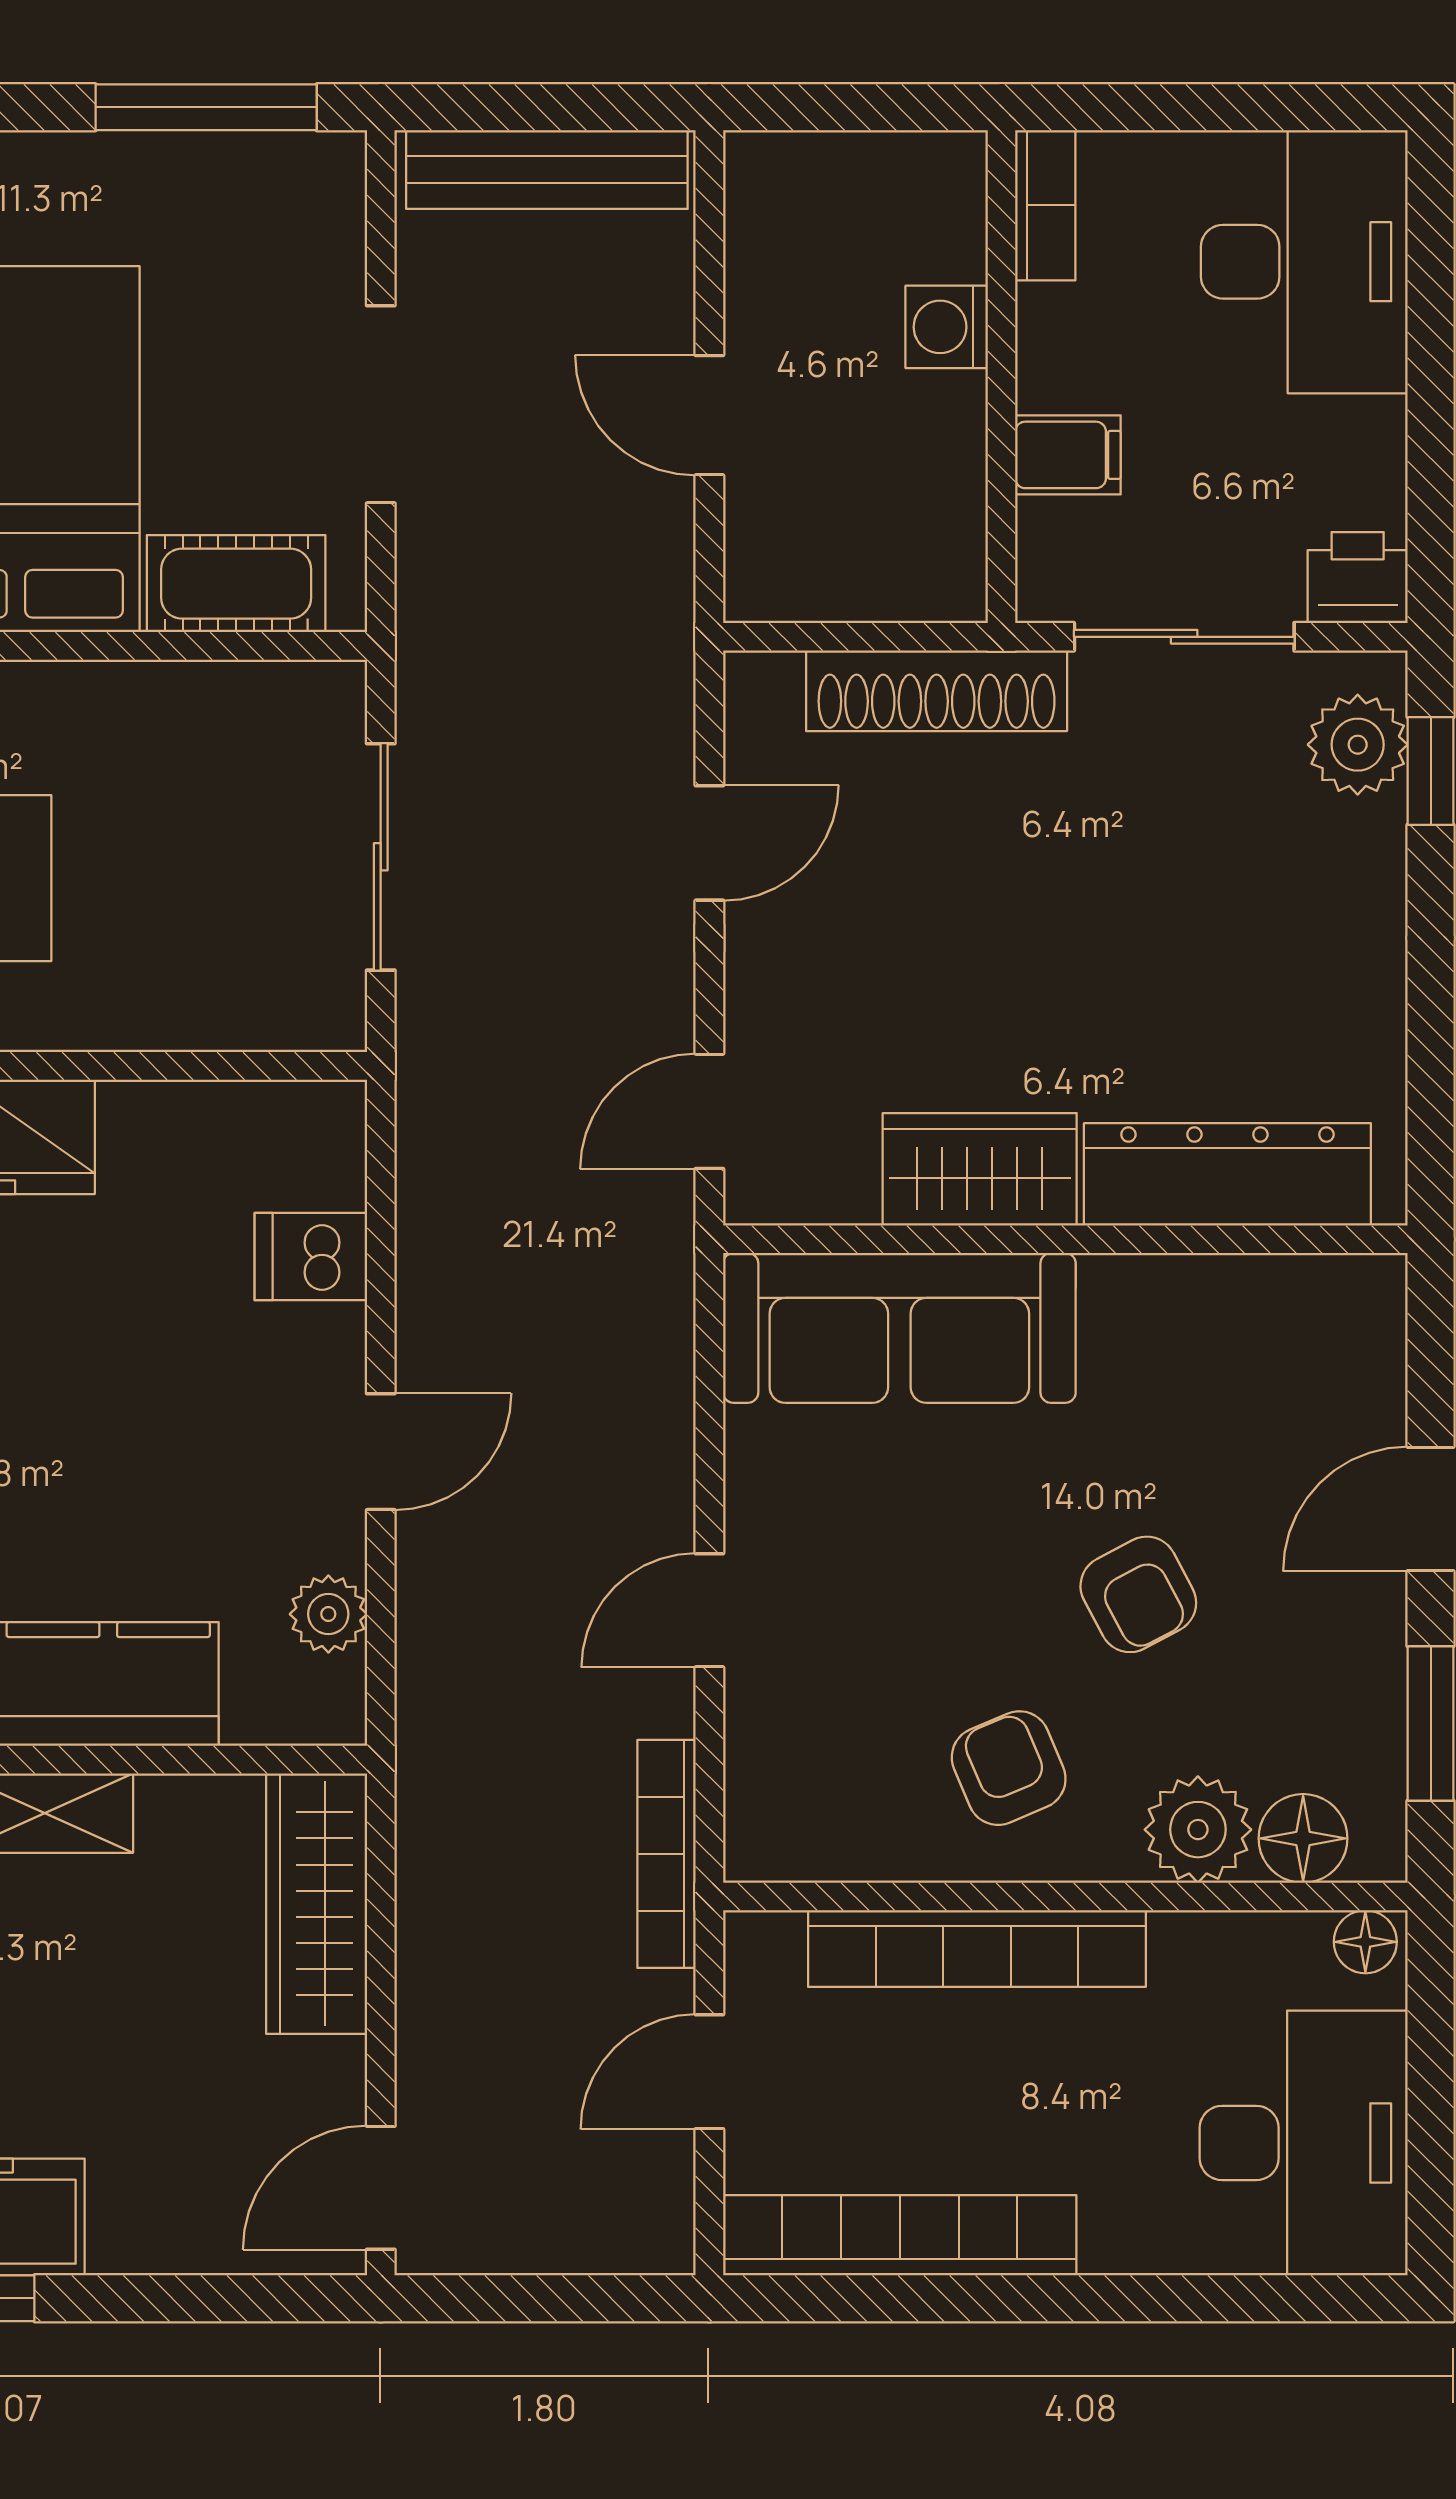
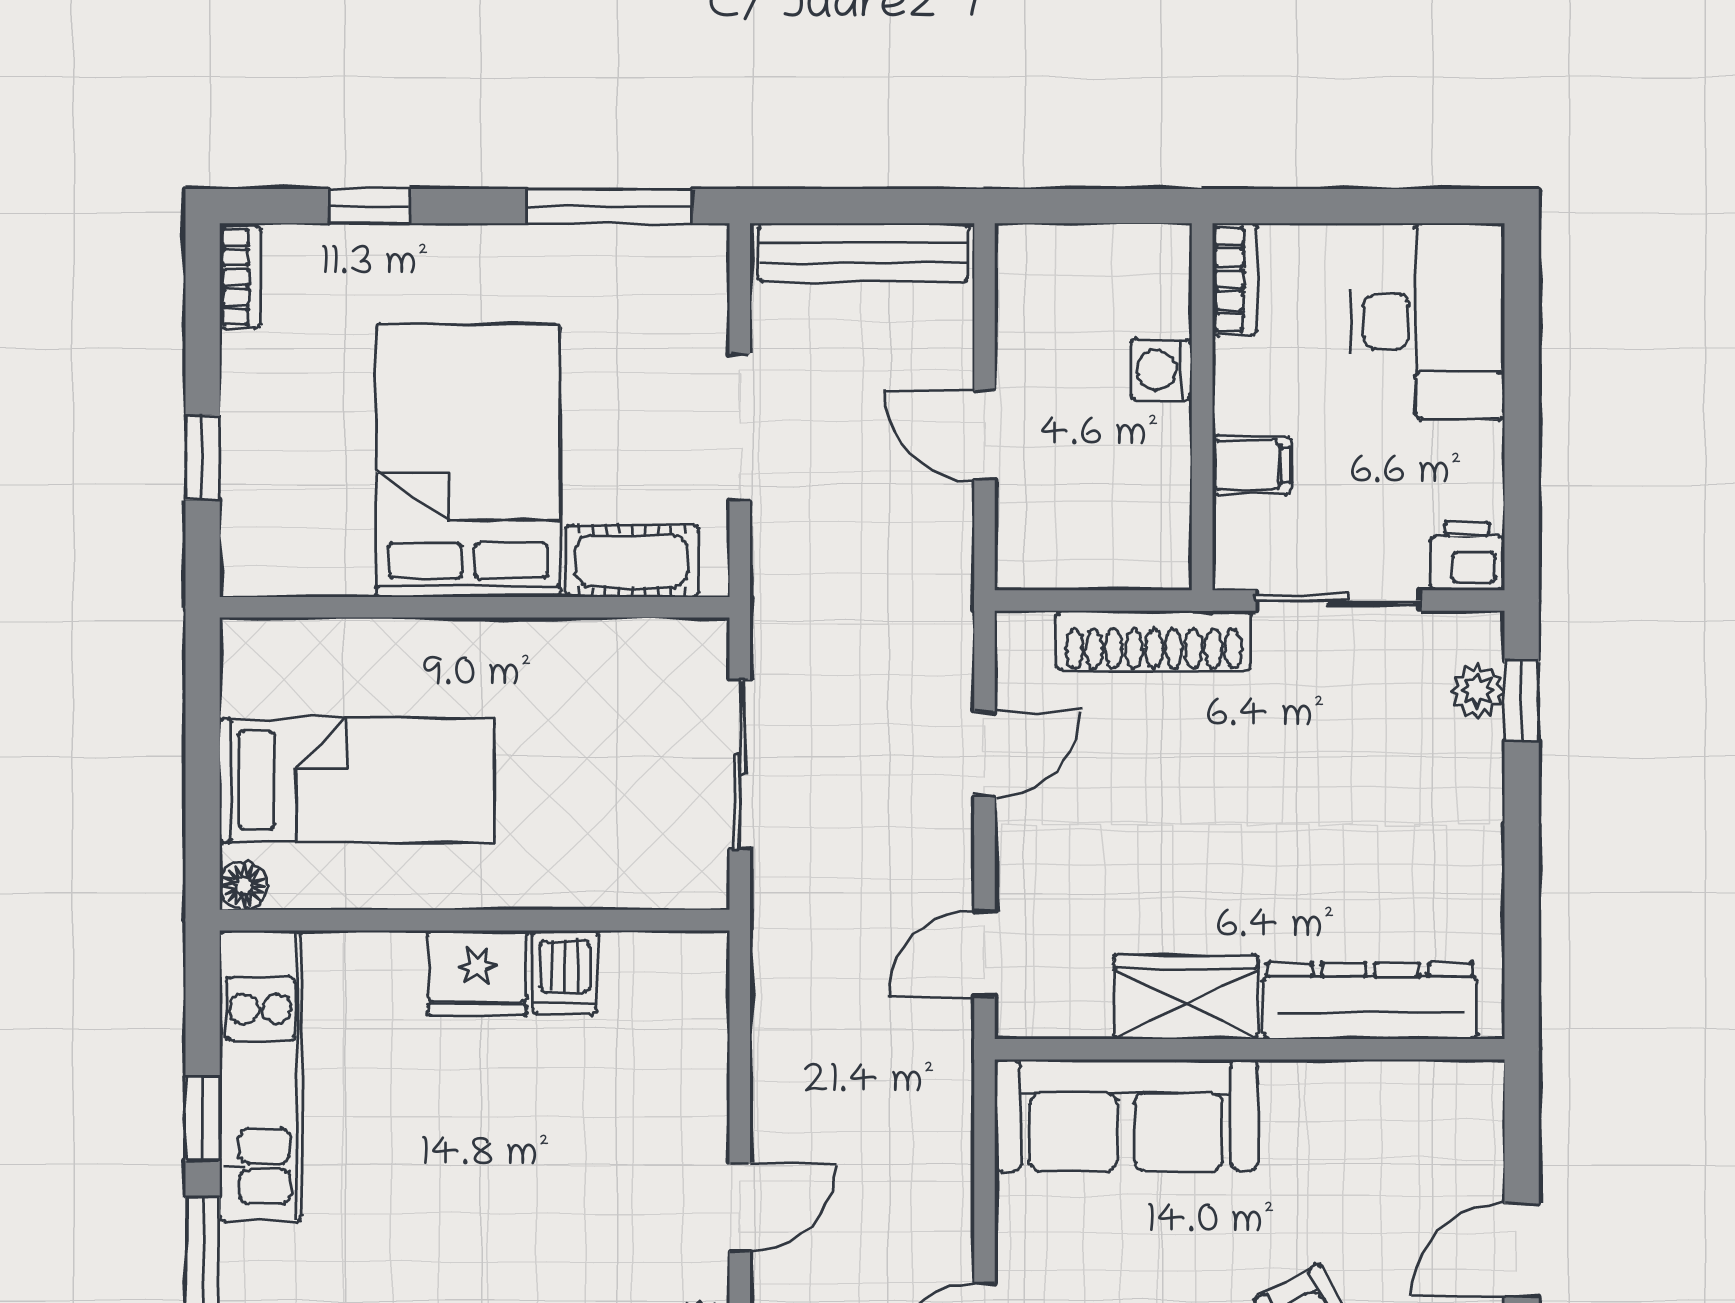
plant: (1358, 745) -> (1478, 691), width x0.73, depth x0.73
dishwasher: (311, 1257) -> (565, 972), moved, turned -90

